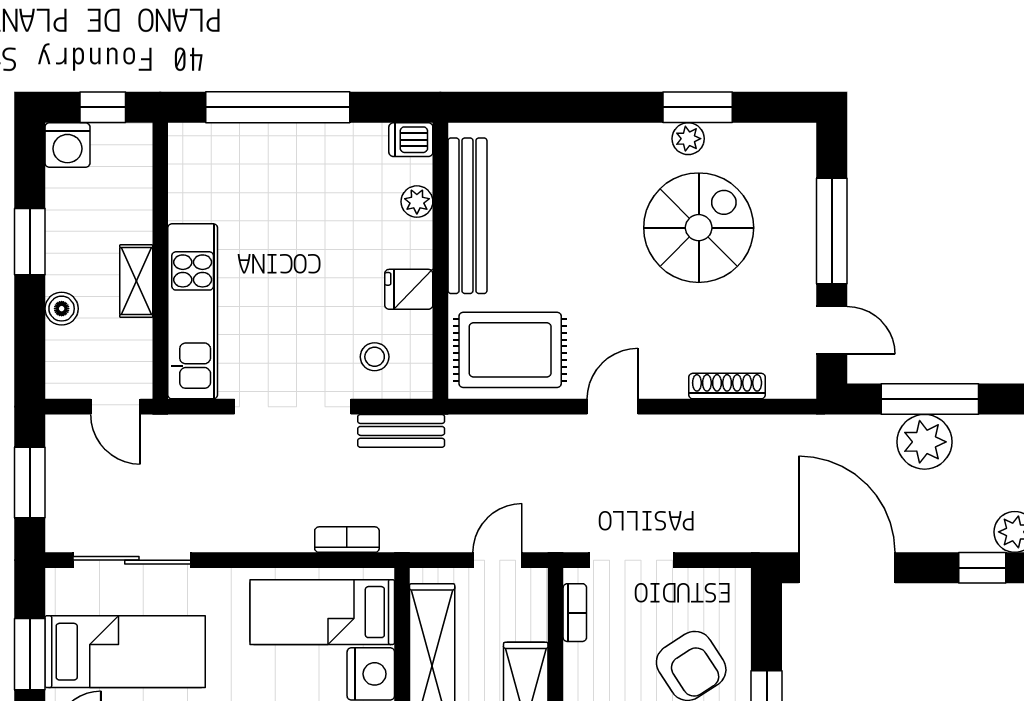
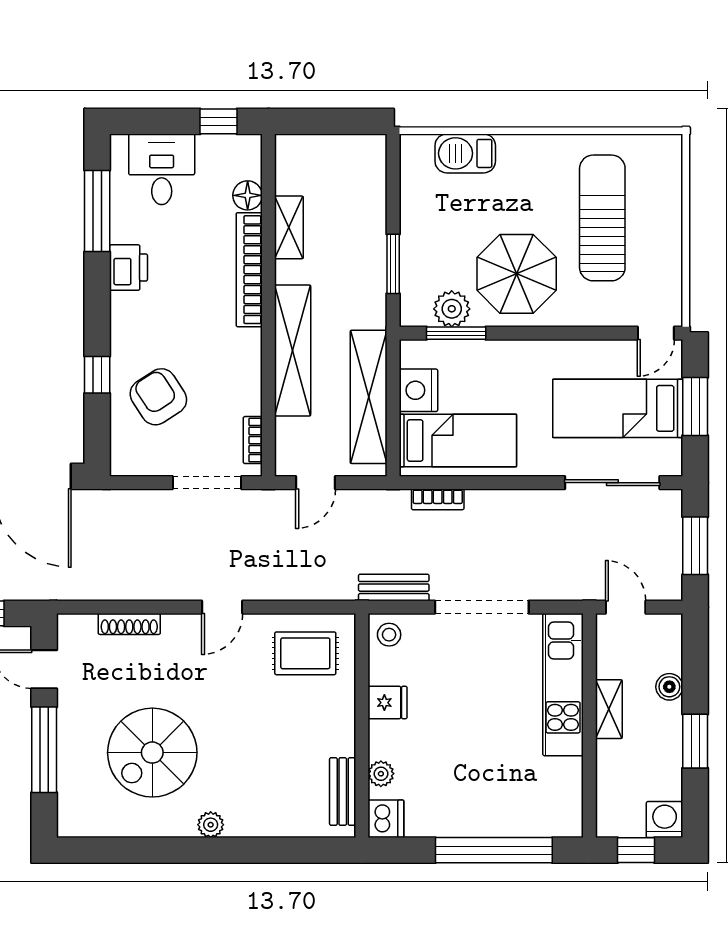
window: (698, 107) -> (153, 850), removed
plant: (688, 139) -> (211, 825), moved
dishwasher: (411, 140) -> (386, 819), width x1.38
bench: (467, 216) -> (343, 792), width x0.54, depth x0.82
rug: (510, 350) -> (305, 653), width x0.73, depth x0.70
stool: (375, 357) -> (389, 635), moved

